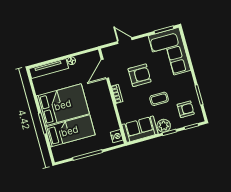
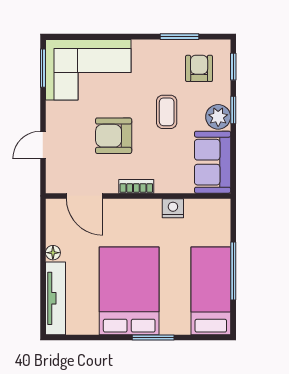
armchair: (140, 75) -> (114, 136), turned -90
bed: (70, 131) -> (211, 291), moved
nightstand: (117, 136) -> (173, 208), moved

